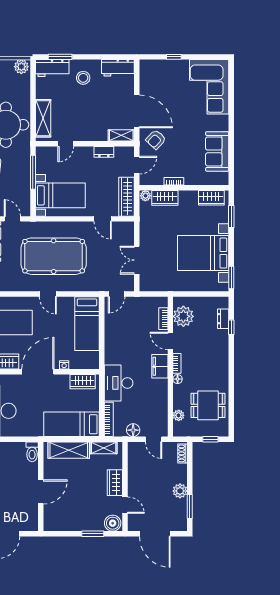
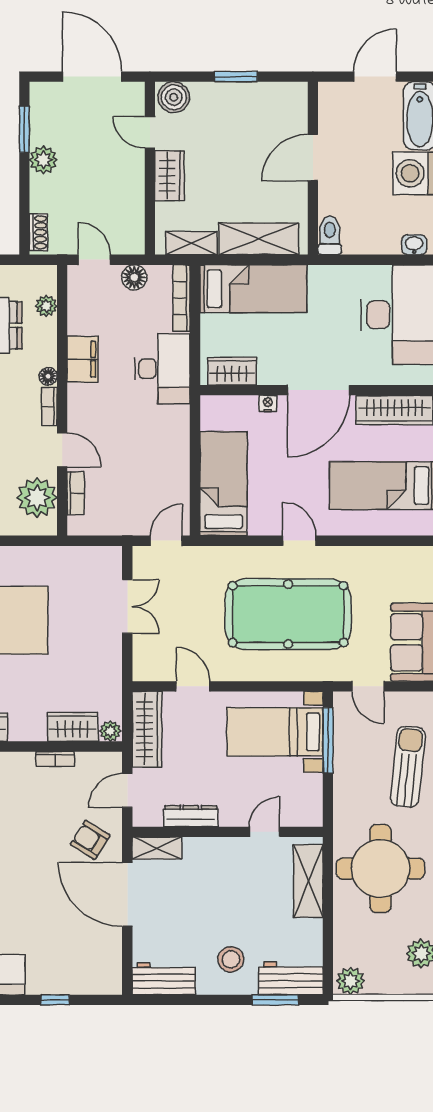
armchair: (156, 140) -> (90, 840), turned -101
dresser: (104, 152) -> (191, 816), width x1.44
window: (33, 172) -> (328, 740), moved
filing cabinet: (160, 366) -> (82, 359), moved
window: (93, 534) -> (236, 77), moved

